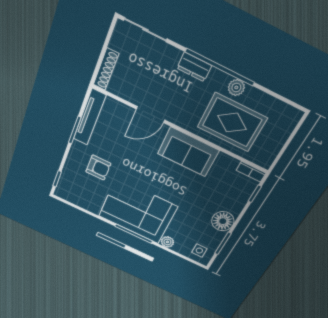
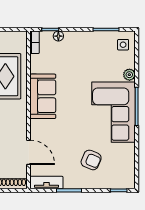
door: (150, 114) -> (28, 152), moved
tv unit: (89, 117) -> (46, 183), width x0.71
armchair: (98, 168) -> (91, 160), turned 113
floor lamp: (223, 221) -> (58, 36), moved, width x0.53, depth x0.53

